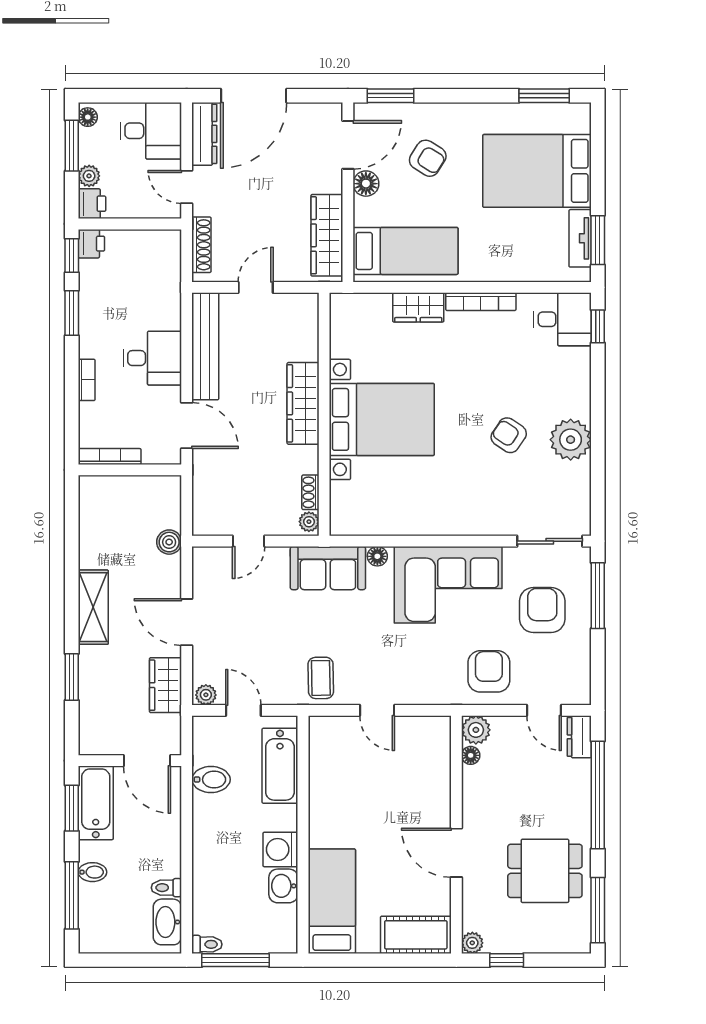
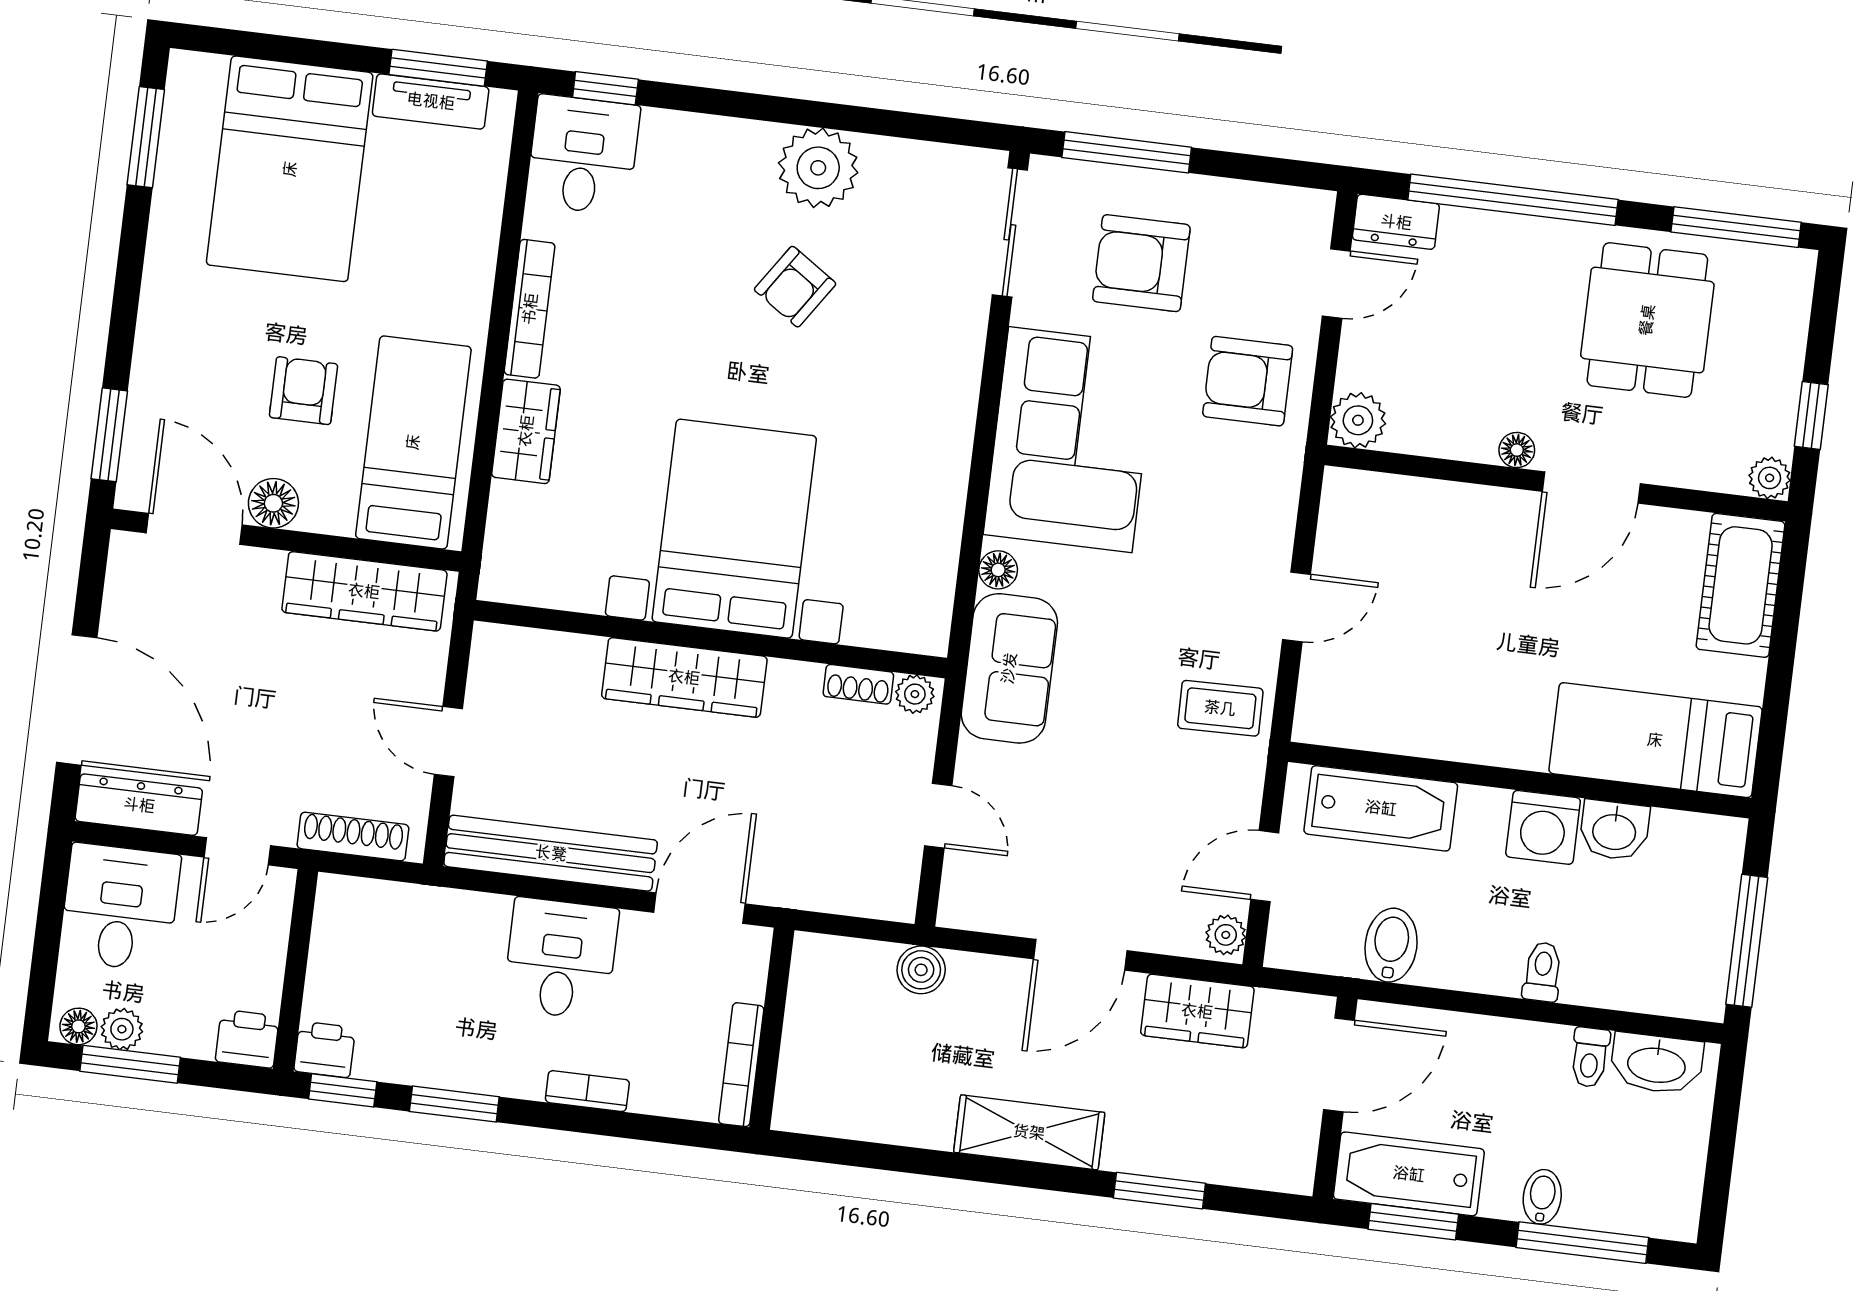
armchair: (428, 158) -> (304, 391), moved, turned -32
plant: (89, 176) -> (122, 1029), moved
floor lamp: (471, 755) -> (1517, 450), moved
toilet: (207, 944) -> (1542, 972), moved

